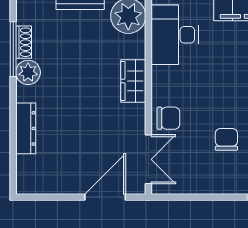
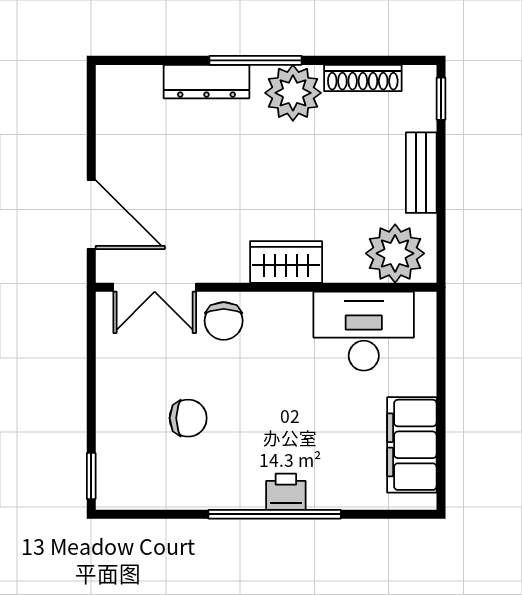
shoe rack: (24, 42) -> (363, 78), width x1.43
window: (13, 49) -> (256, 60), moved
plant: (28, 72) -> (293, 93), width x1.36, depth x1.36

